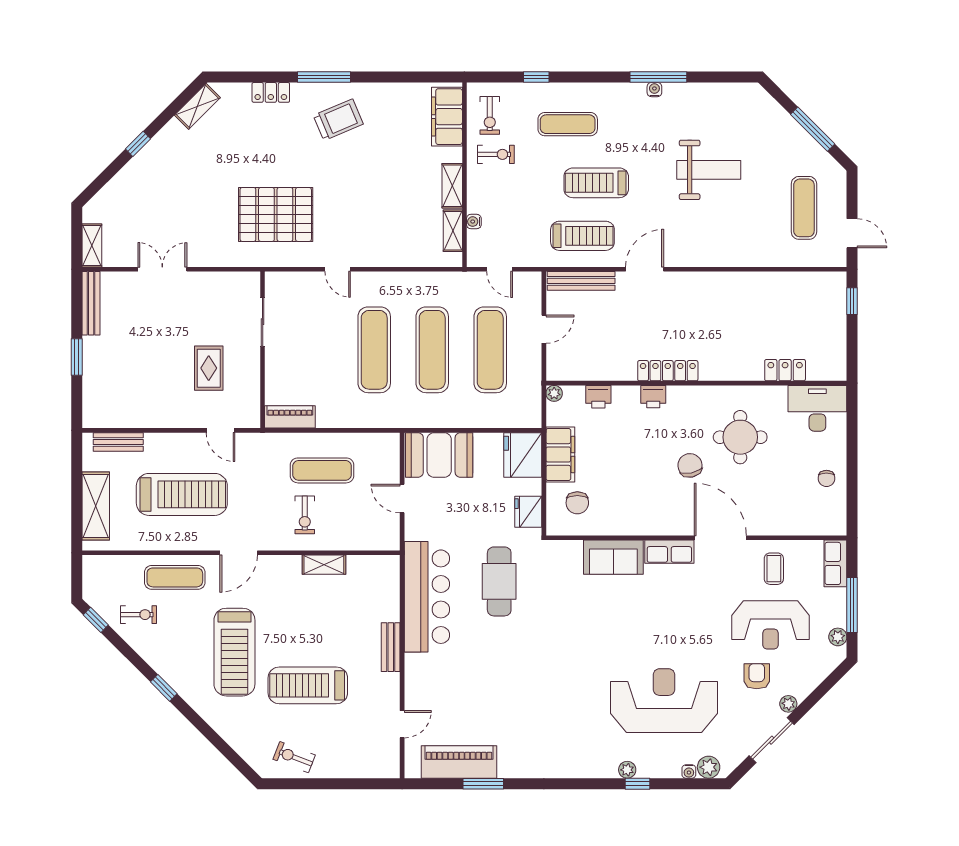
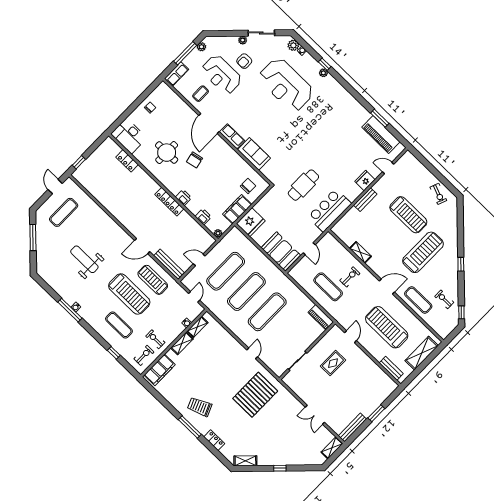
treadmill: (596, 183) -> (129, 294), width x1.37, depth x1.38
pallet: (276, 214) -> (255, 395), turned 90
fridge: (528, 512) -> (365, 181), moved, turned 180
bar counter: (427, 597) -> (330, 210), width x0.73
reception desk: (770, 625) -> (221, 75), turned 180

